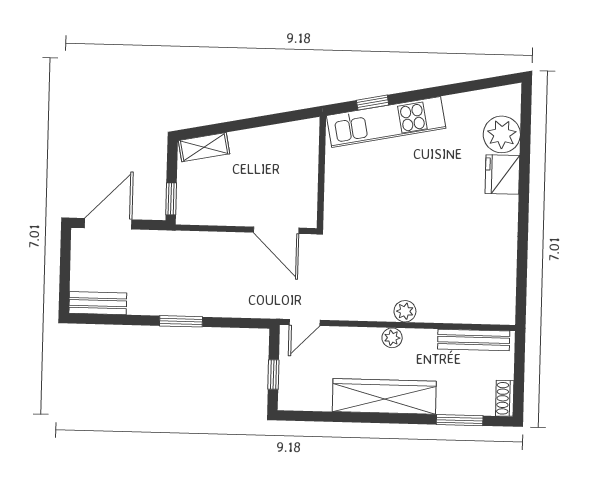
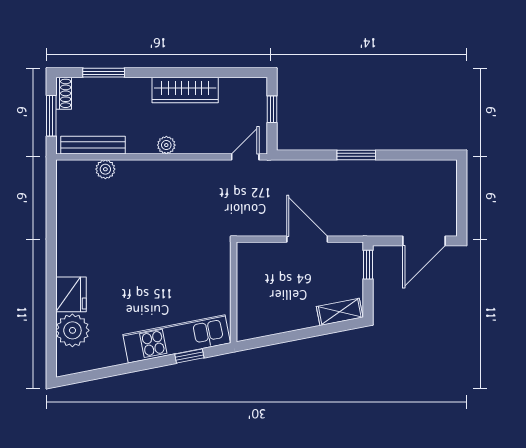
door: (276, 230) -> (307, 239), moved
bench: (98, 303) -> (431, 169), removed
plant: (405, 311) -> (105, 169), moved
window: (519, 374) -> (51, 116), added
wardrobe: (384, 396) -> (185, 90), width x0.71, depth x0.85

